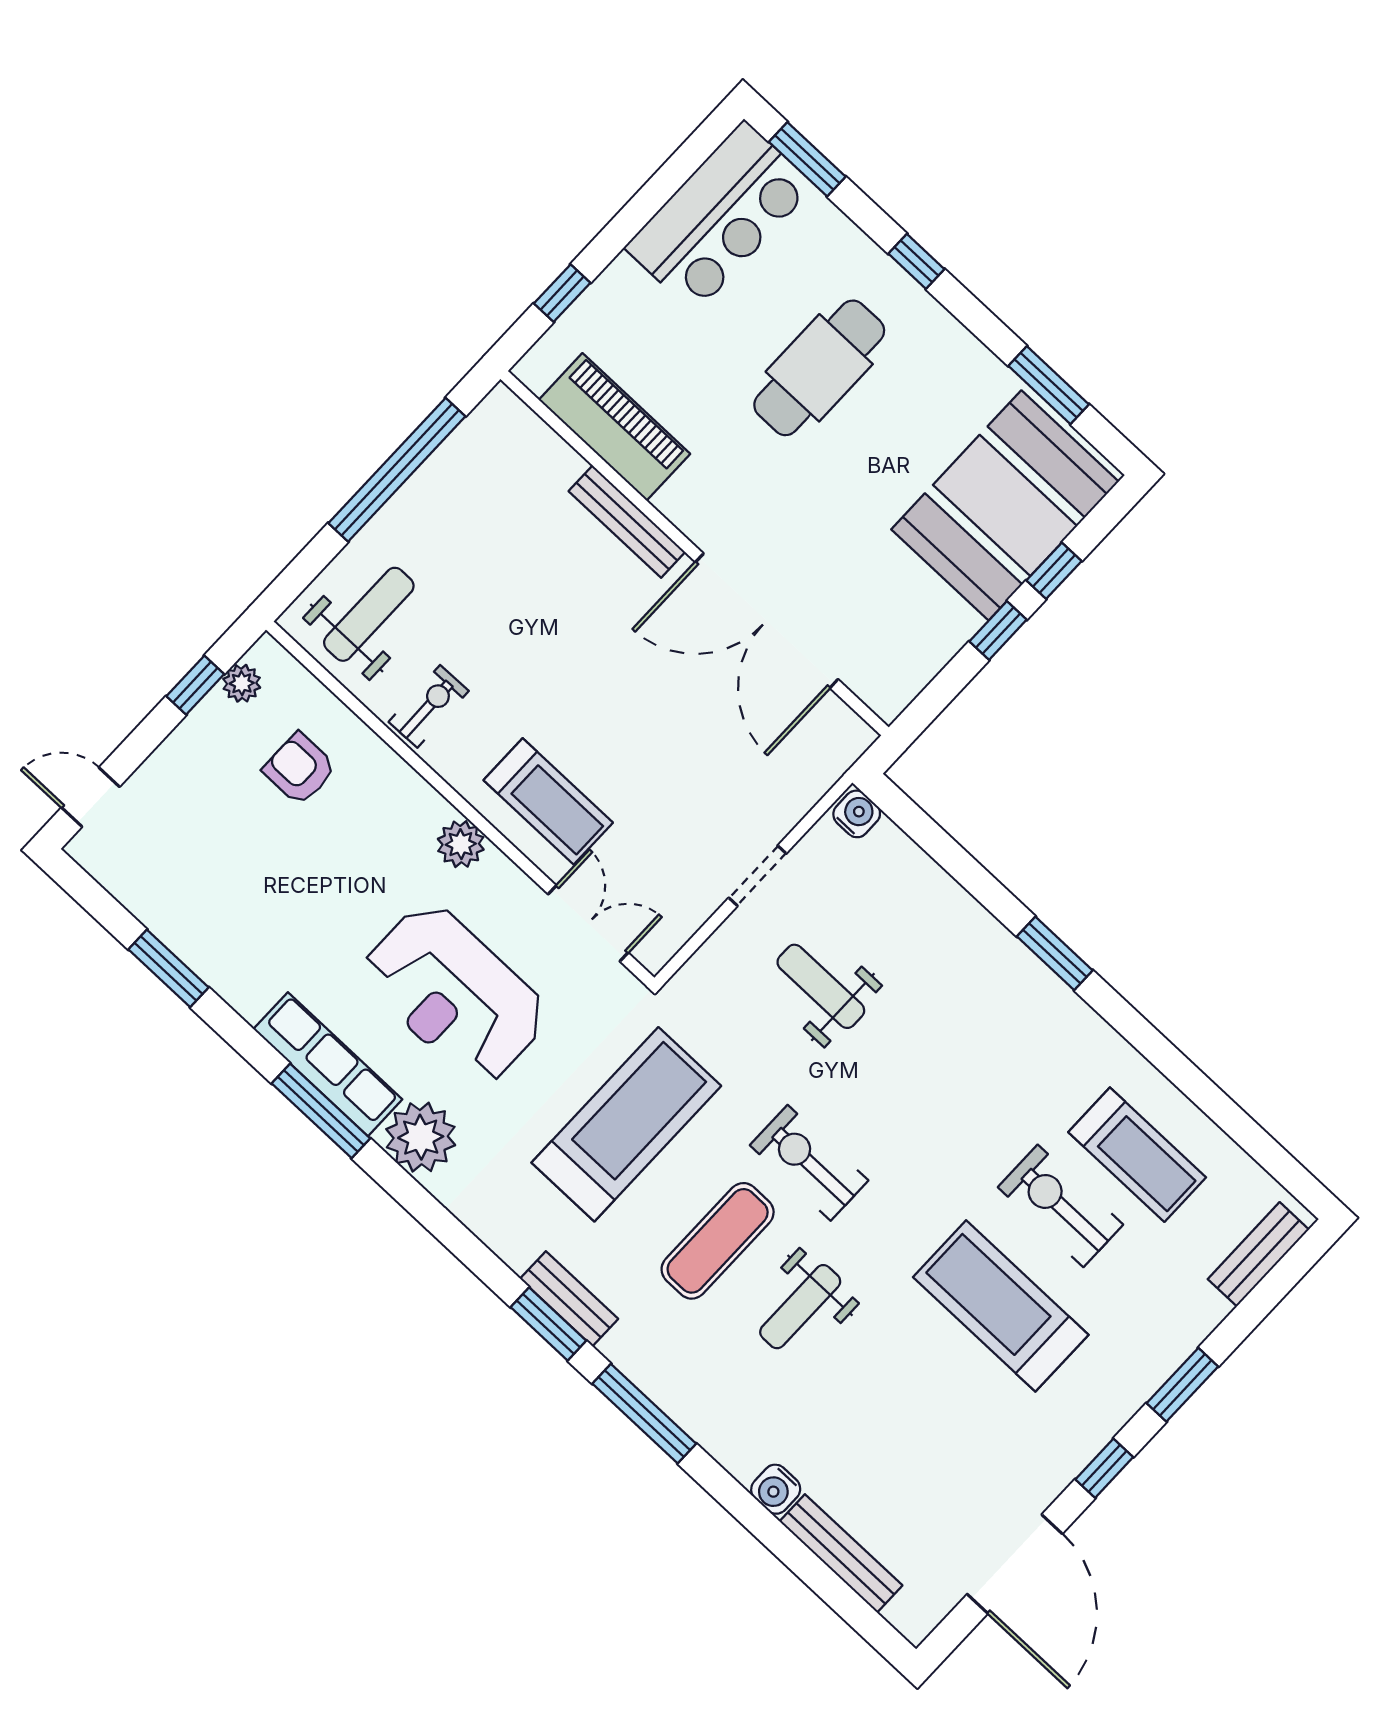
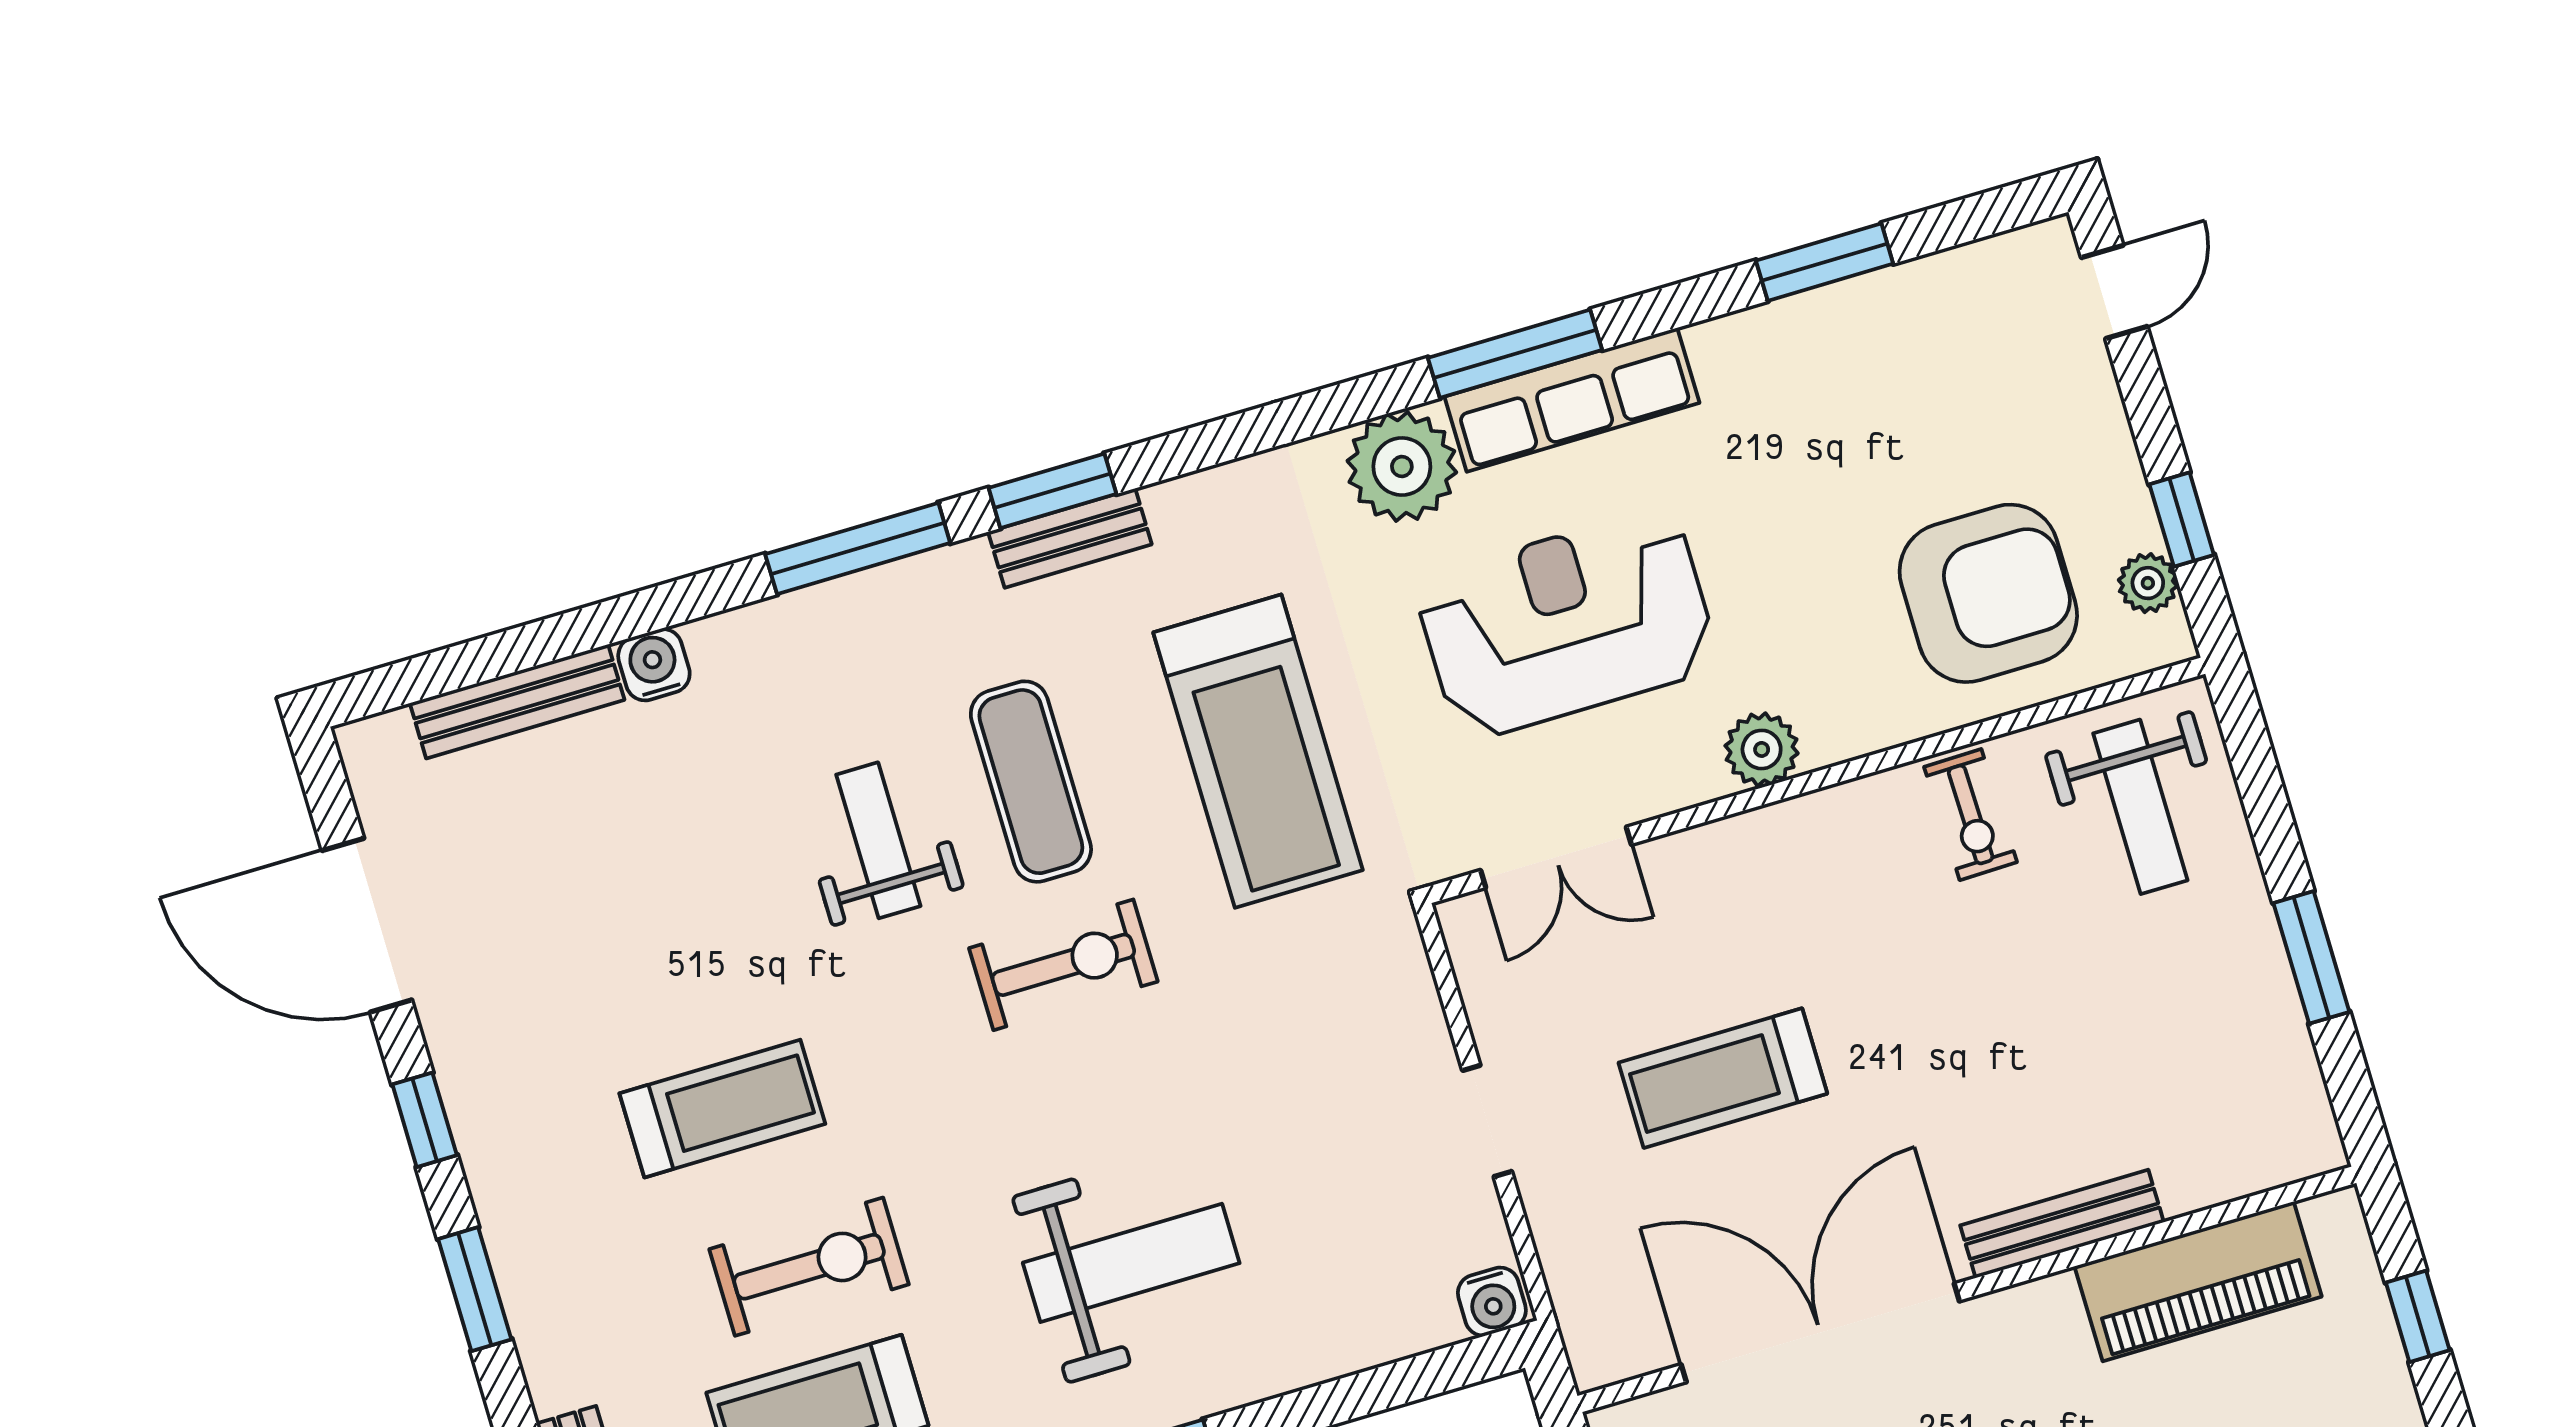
window: (397, 470) -> (2311, 957), width x0.47
armchair: (300, 769) -> (1988, 593), width x1.88, depth x1.88
treadmill: (548, 801) -> (1723, 1078), moved
weight bench: (821, 986) -> (1131, 1263), moved, width x1.36, depth x1.33
treadmill: (1001, 1306) -> (722, 1109), width x0.73, depth x0.73

